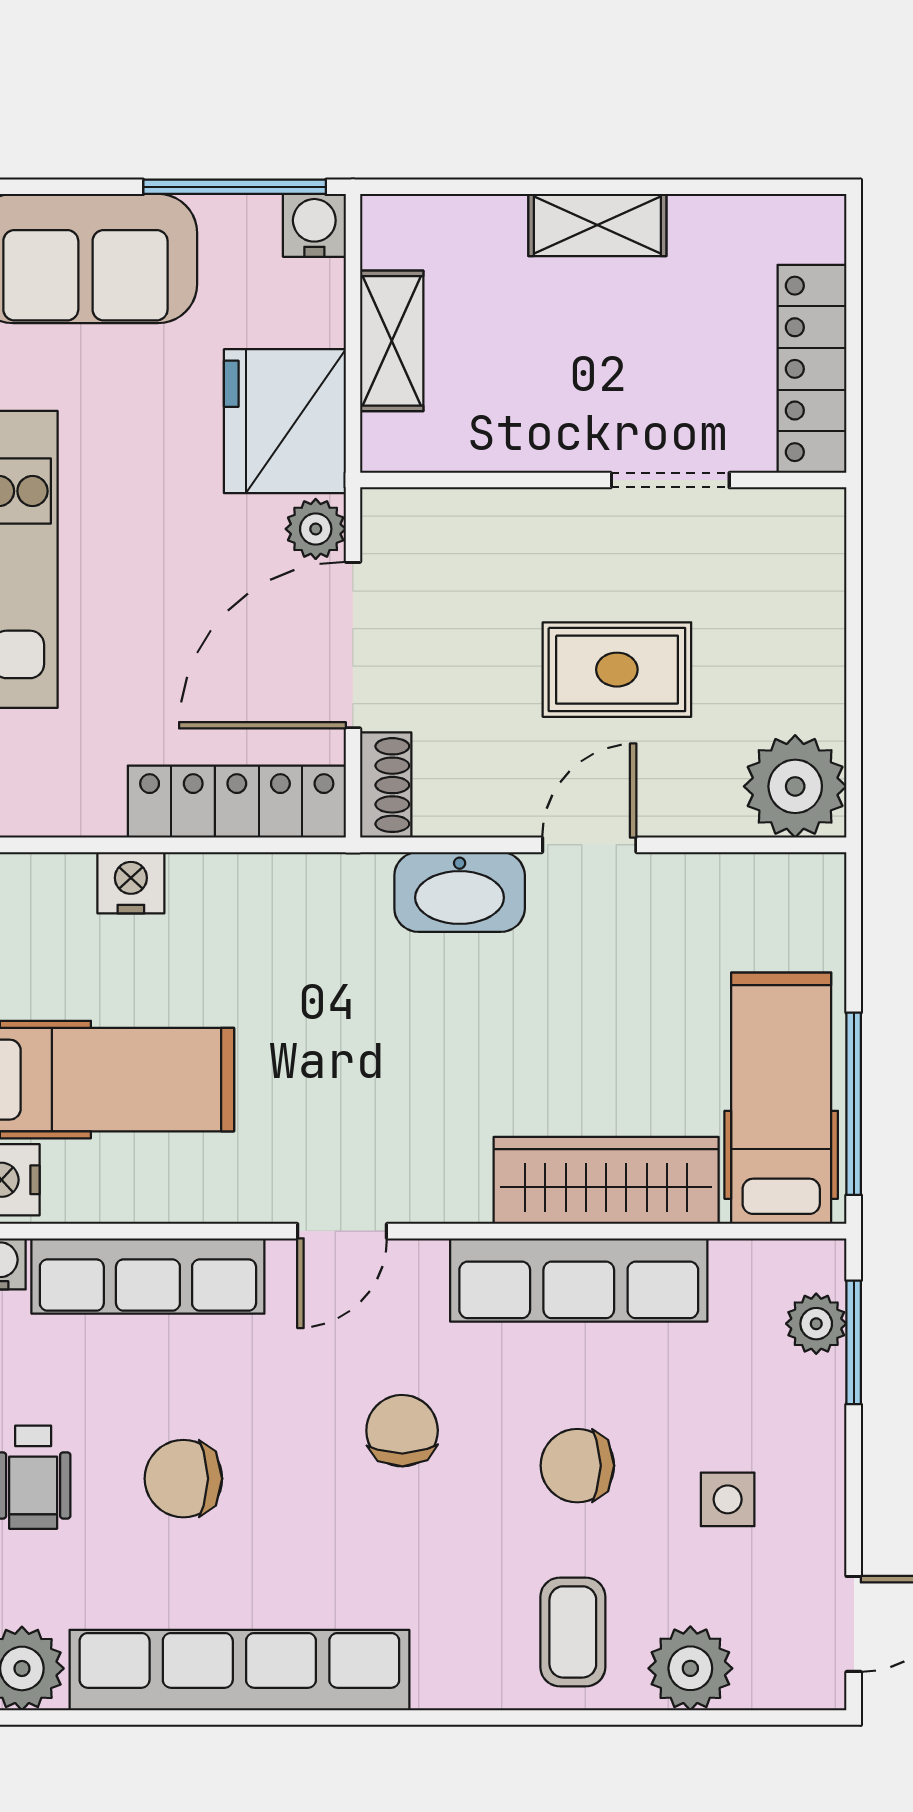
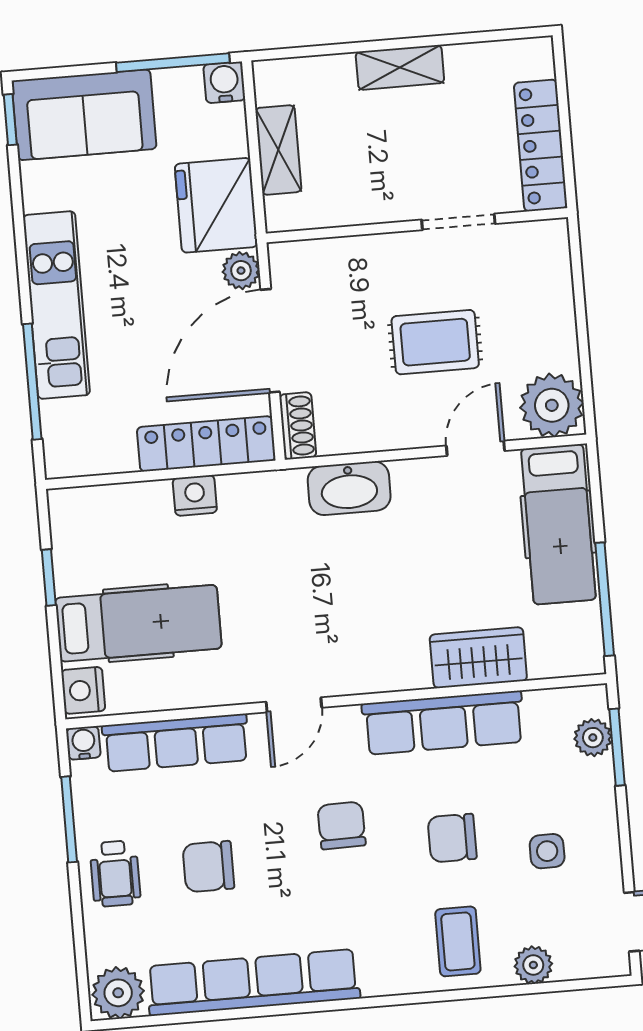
door: (589, 845) -> (475, 448), moved
nightstand: (131, 883) -> (195, 495), moved
hospital bed: (781, 1098) -> (558, 524), moved, turned 180
wardrobe: (606, 1180) -> (478, 658), width x0.67
plant: (690, 1668) -> (533, 965), width x0.73, depth x0.73

